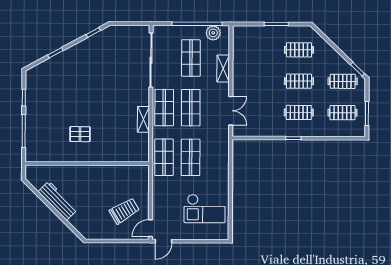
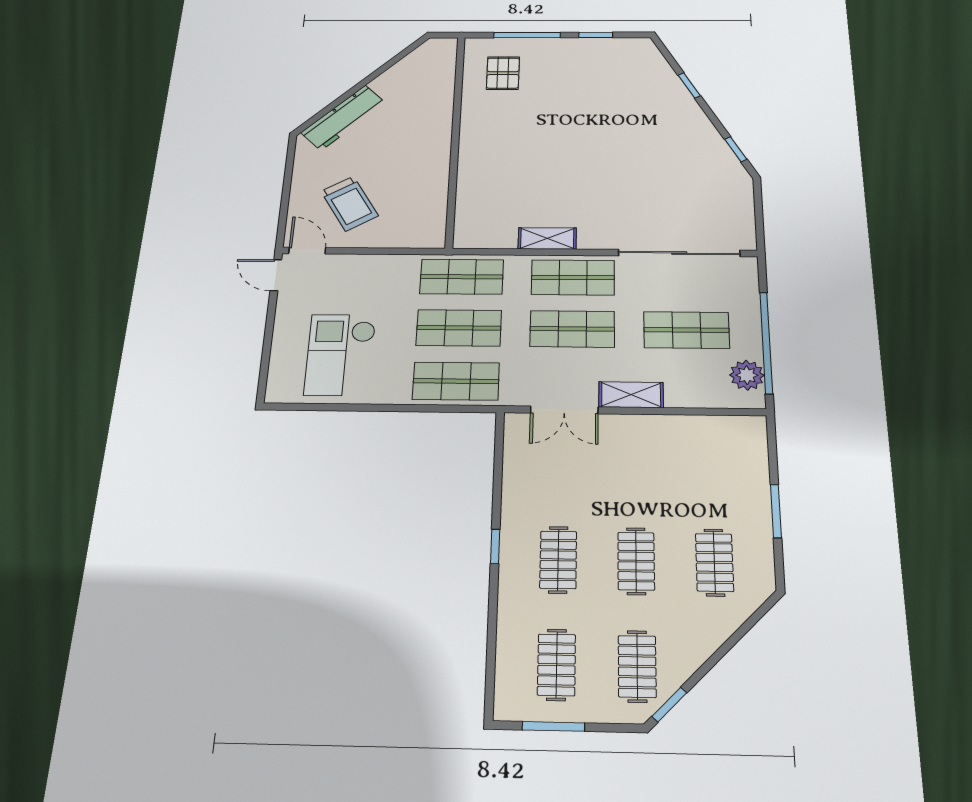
shelving: (223, 68) -> (631, 395), moved
pallet: (80, 134) -> (503, 73), moved
shop shelf: (217, 157) -> (456, 381), added
workbench: (58, 201) -> (343, 118), moved

